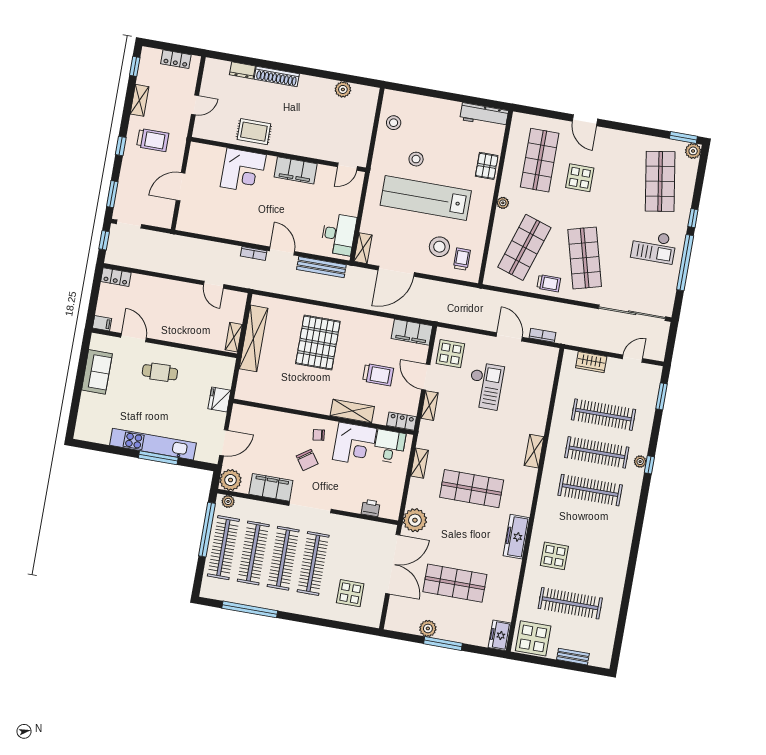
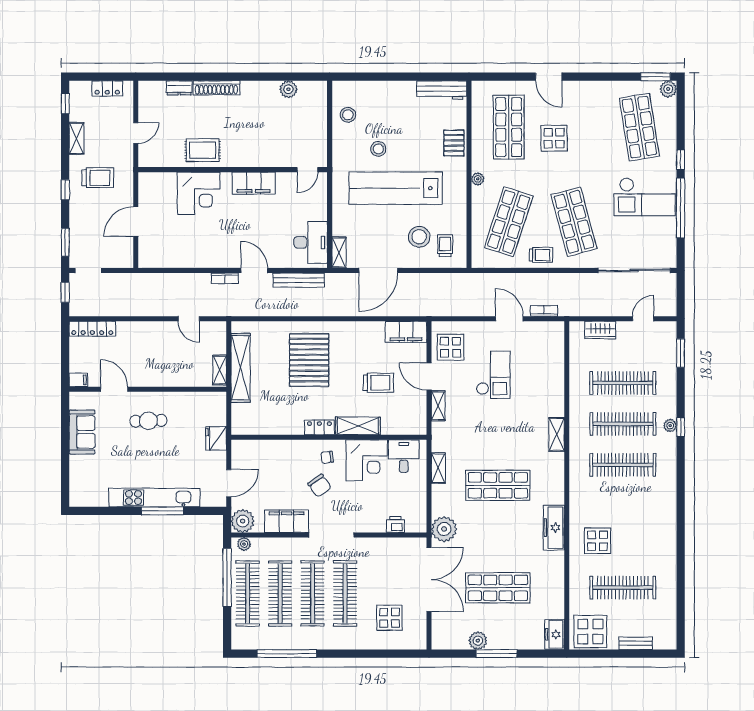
checkout: (654, 246) -> (645, 197), width x1.36, depth x1.21
locker: (116, 277) -> (92, 329), width x1.53
locker: (402, 421) -> (319, 427), moved

